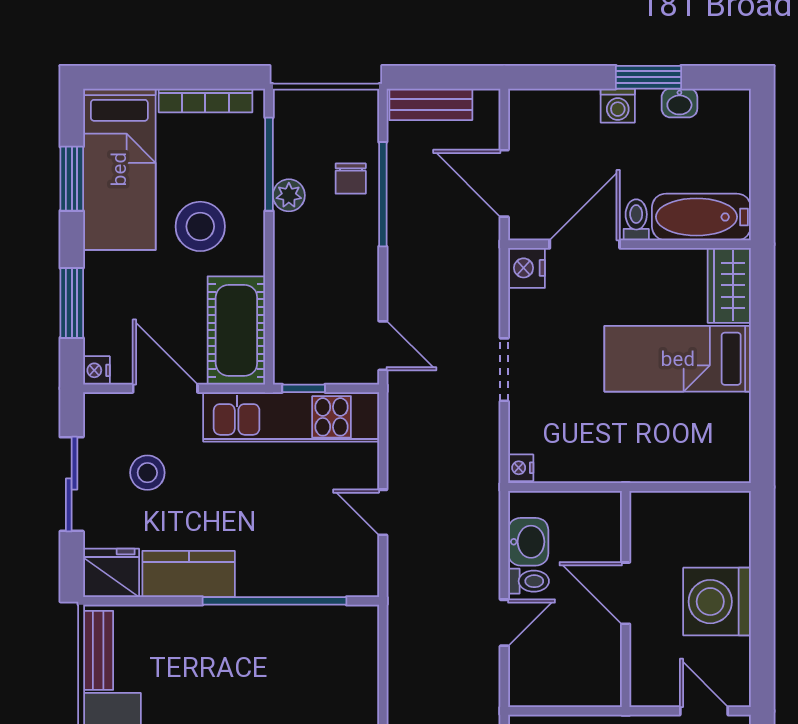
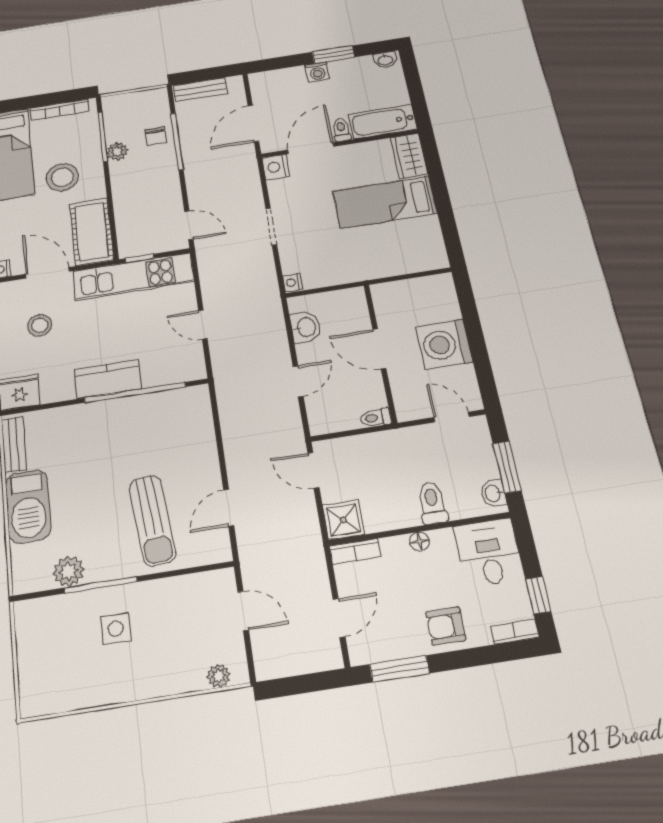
washbasin: (679, 103) -> (385, 60), moved
door: (504, 183) -> (253, 124), hinge flipped
kitchen counter: (189, 574) -> (108, 379), moved
toilet: (529, 581) -> (376, 418), moved, turned 180

